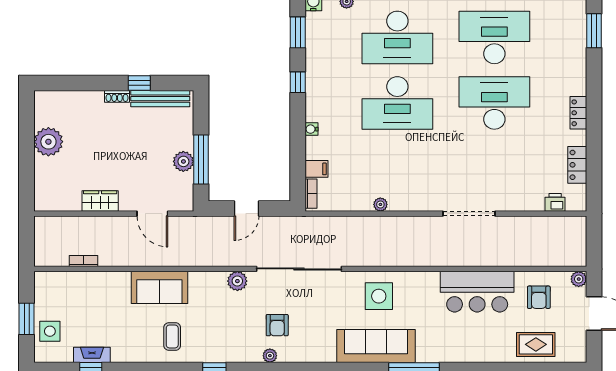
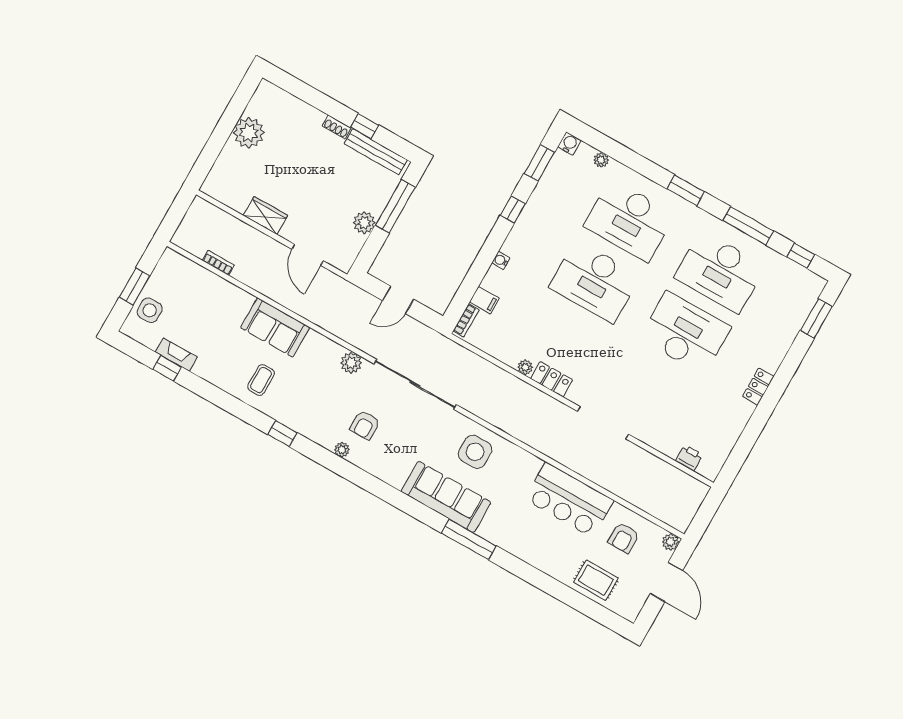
desk: (494, 37) -> (720, 272), turned 180
window: (201, 160) -> (395, 206), moved
locker: (577, 165) -> (552, 379), moved, turned 90

